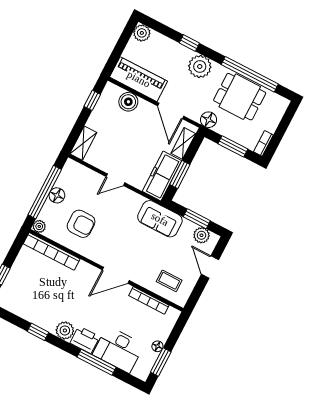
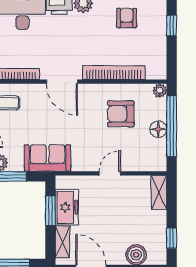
freezer: (162, 176) -> (67, 207), width x0.71
bookcase: (52, 251) -> (114, 73), moved
door: (116, 275) -> (62, 82), swing flipped
armchair: (36, 300) -> (127, 18), added

